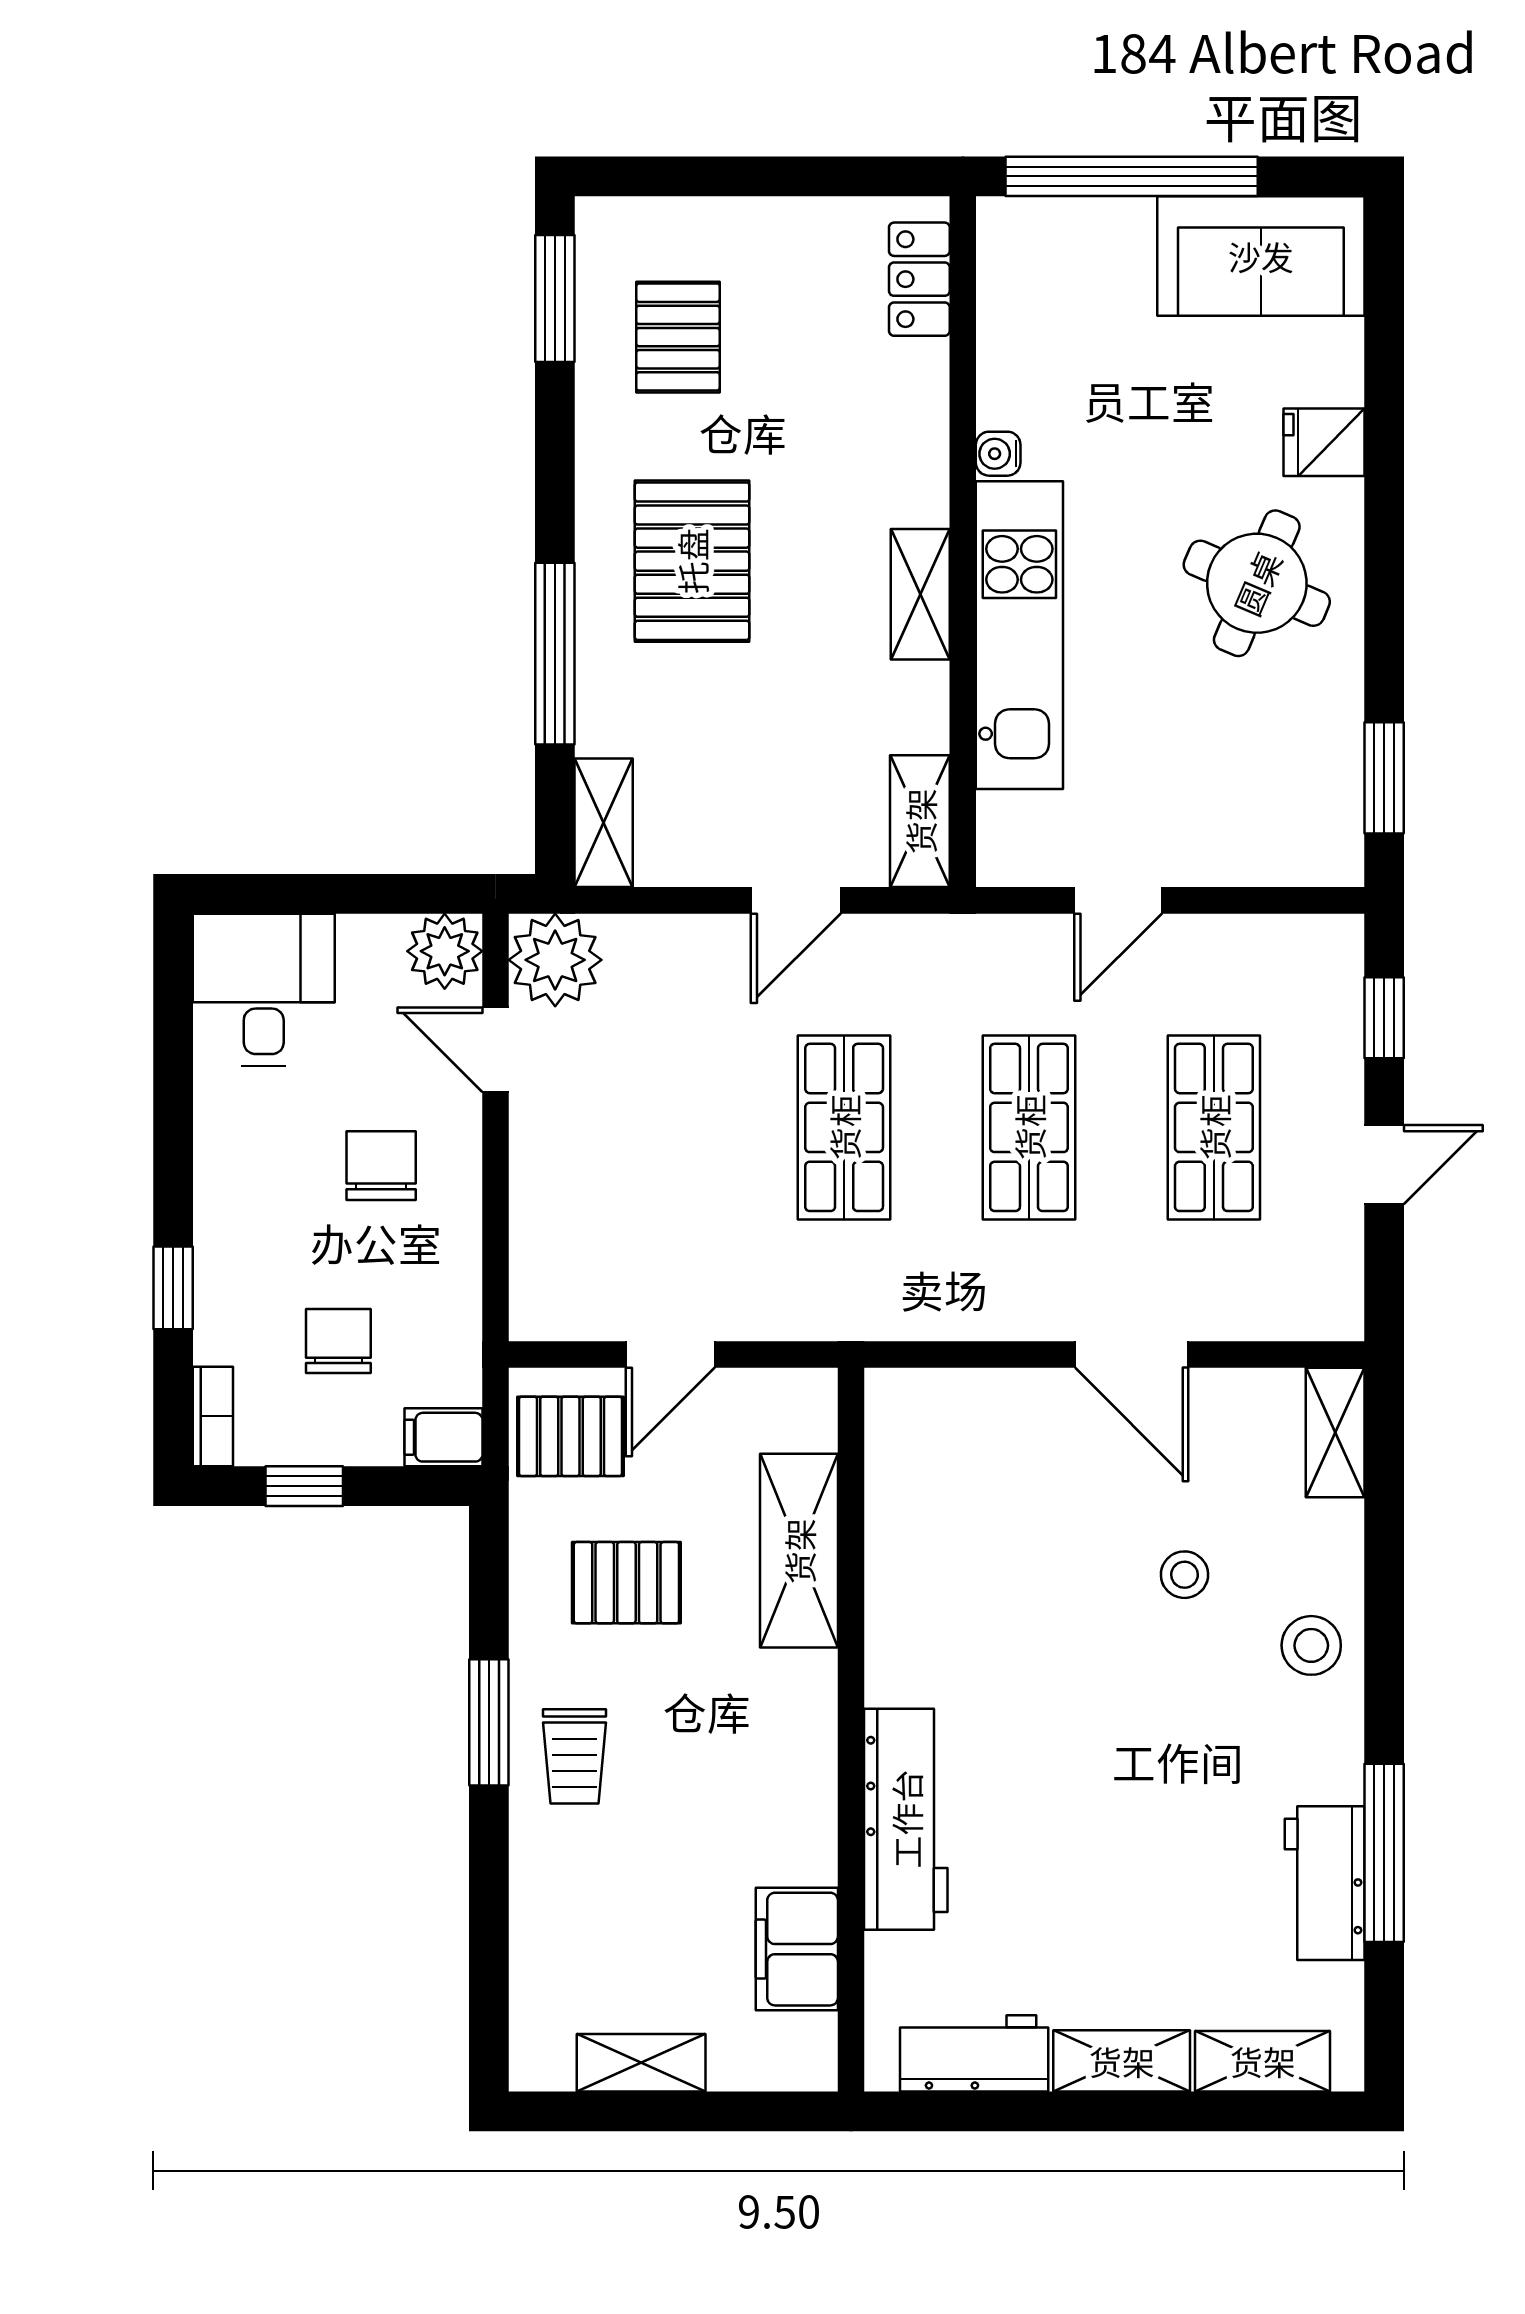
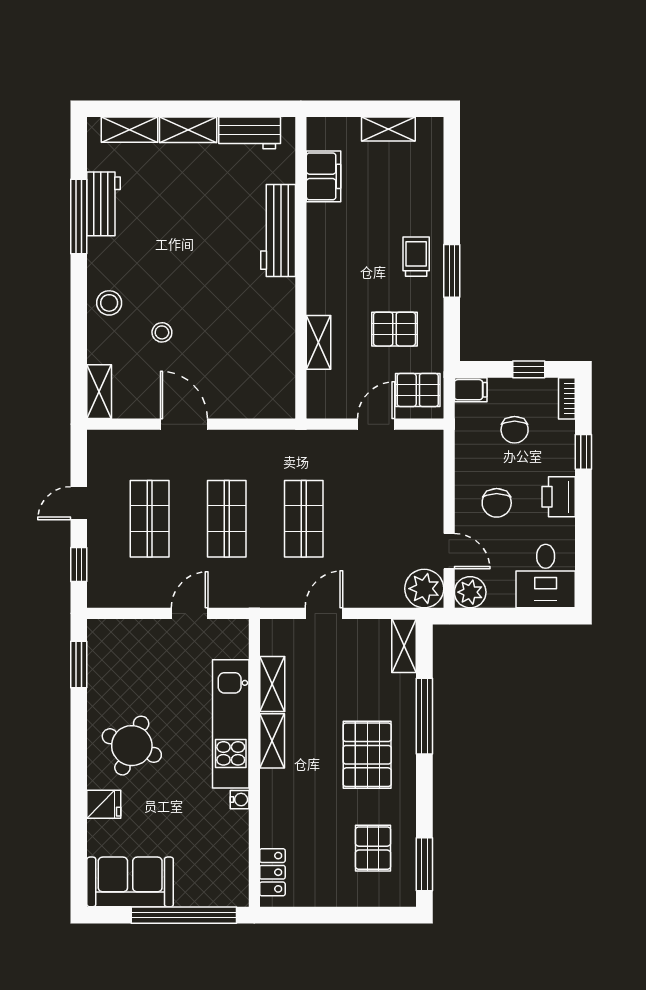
shelving: (920, 821) -> (272, 684), moved
printer: (233, 1180) -> (559, 497), added
shelving: (799, 1551) -> (319, 342), width x0.67, depth x0.75

